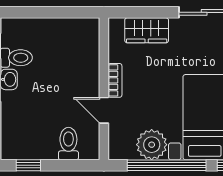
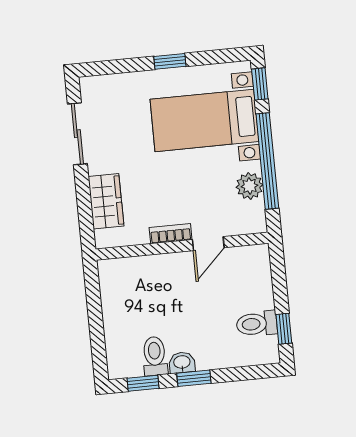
toilet: (68, 144) -> (257, 324), moved
plant: (152, 145) -> (250, 186), width x0.73, depth x0.73

